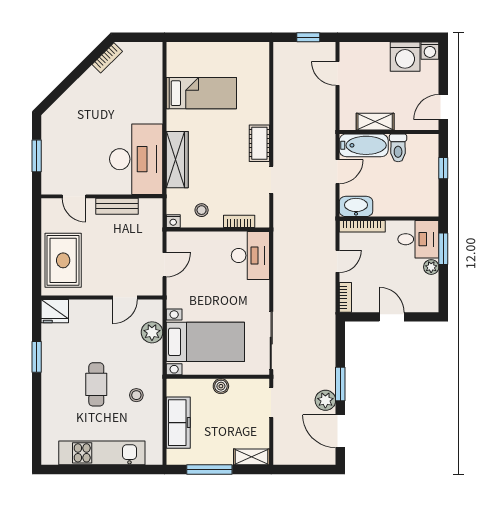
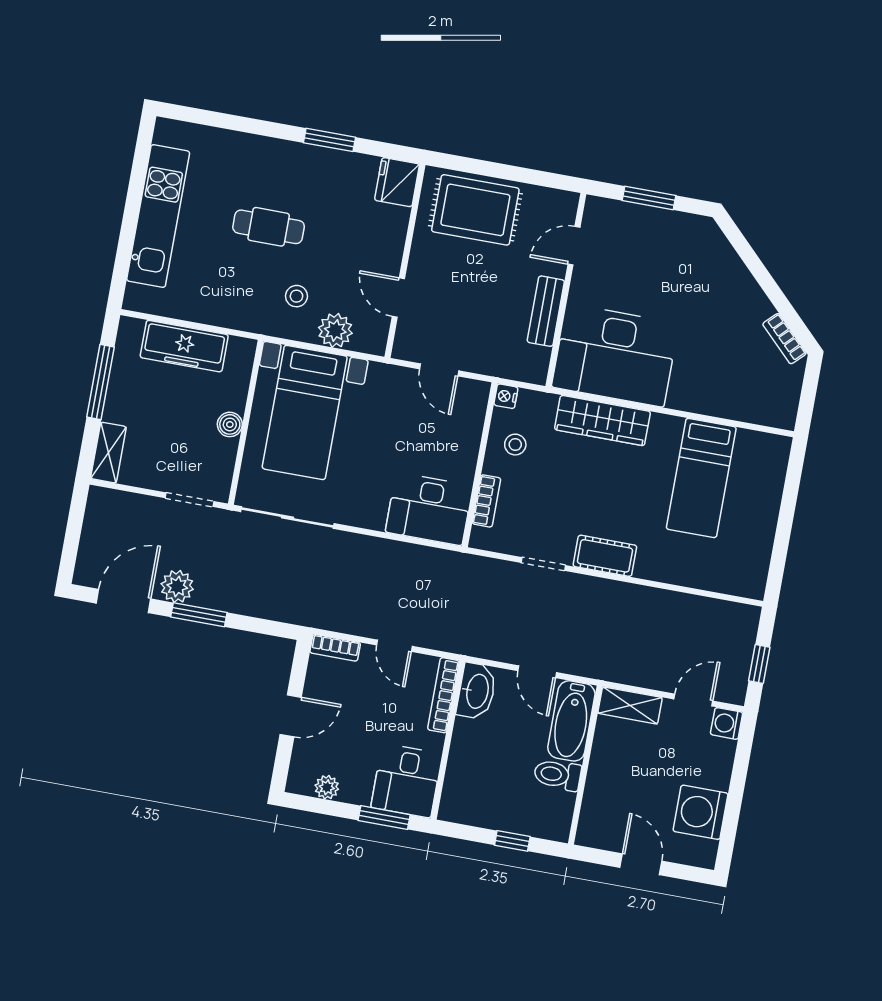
washing machine: (430, 51) -> (727, 723), moved
door: (443, 107) -> (641, 864), moved
shelving: (375, 122) -> (630, 705), moved, turned 90
plant: (431, 267) -> (327, 787), moved
stool: (136, 395) -> (296, 296), moved

